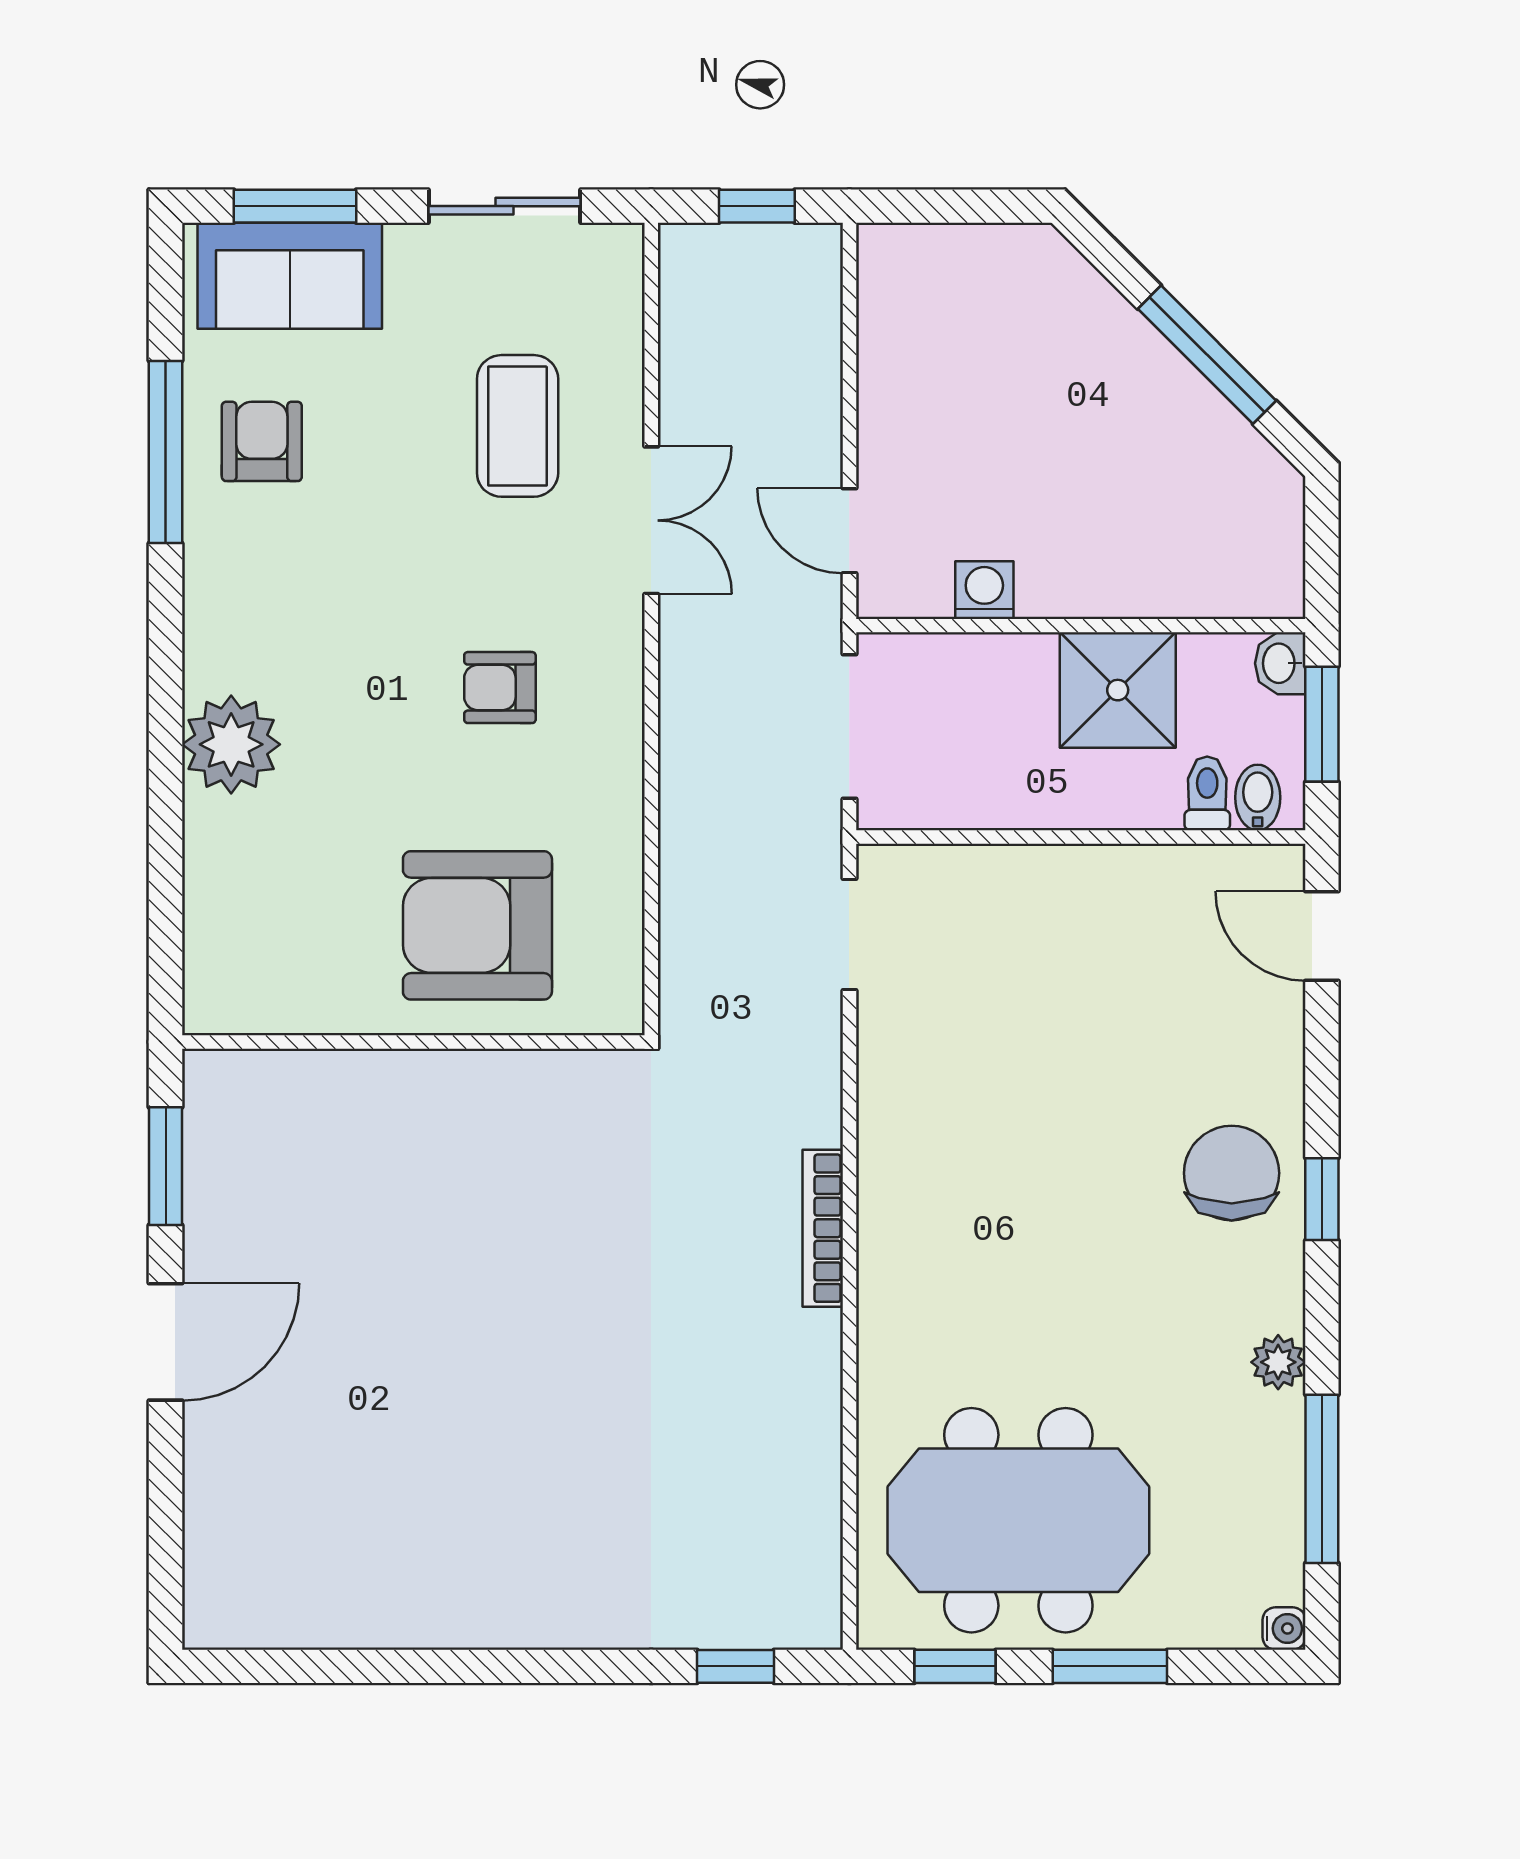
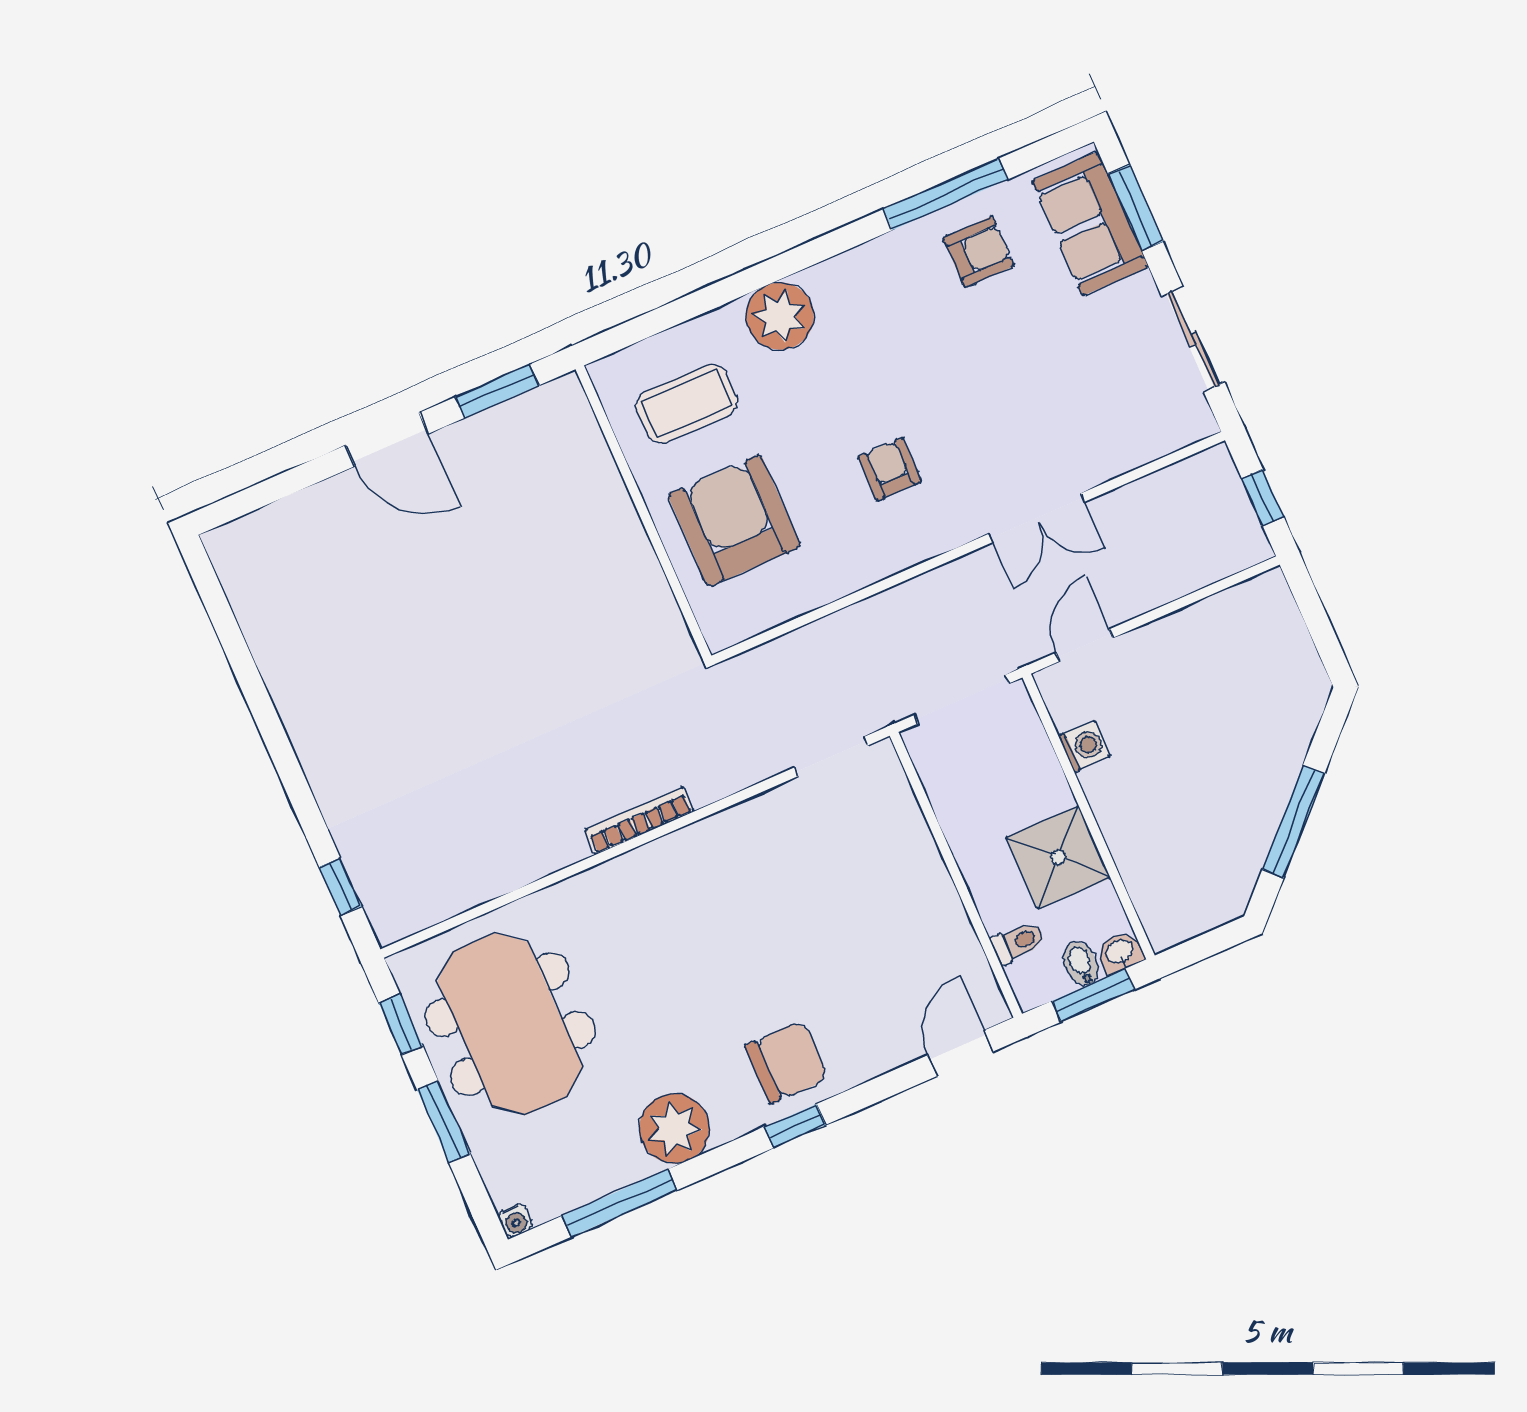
coffee table: (518, 426) -> (687, 404), moved
bidet: (1258, 797) -> (1081, 963), moved, turned -90
plant: (1278, 1362) -> (674, 1129), width x1.87, depth x1.87

